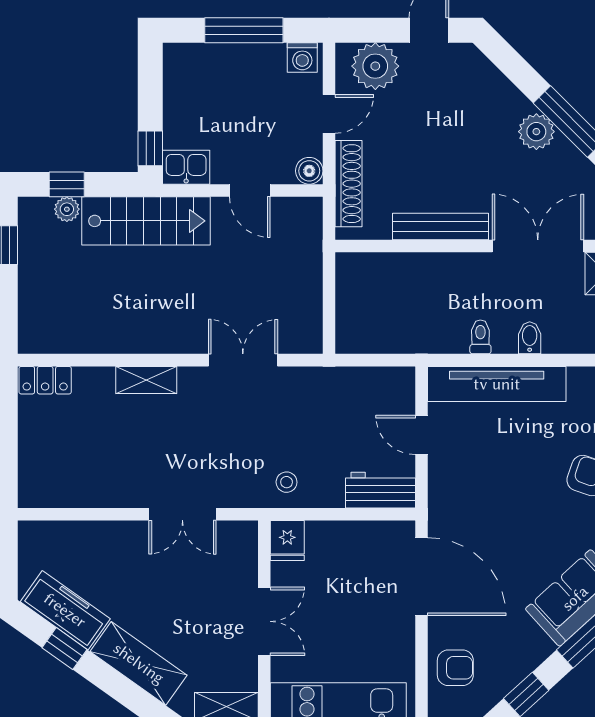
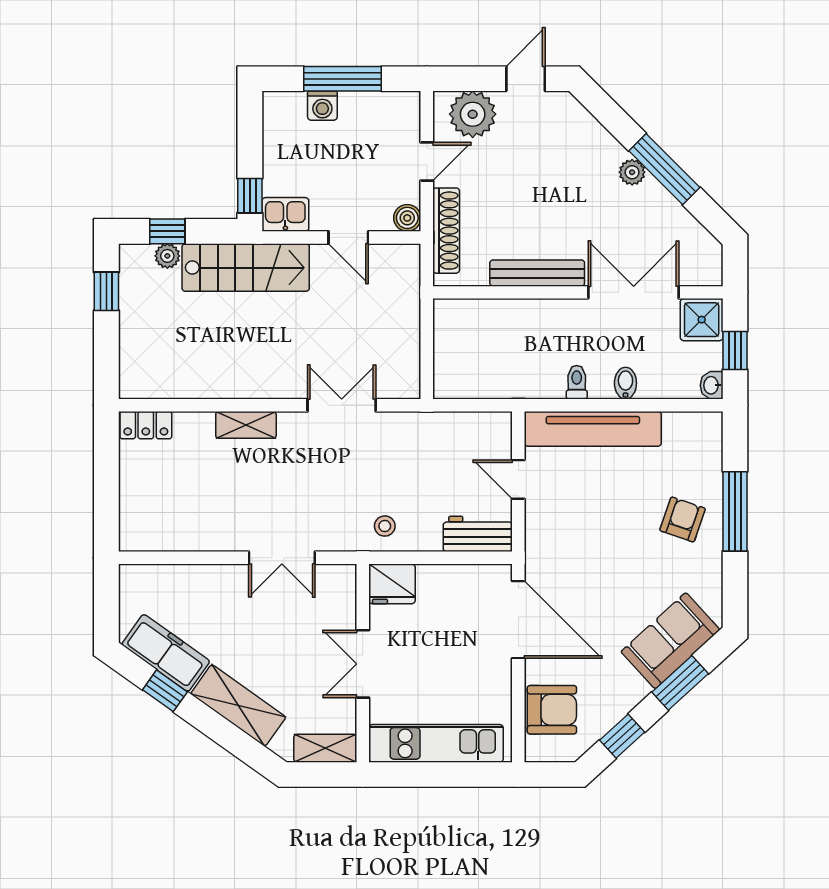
washing machine: (302, 57) -> (322, 106), moved
plant: (536, 132) -> (632, 172), width x0.73, depth x0.73
fridge: (287, 541) -> (392, 584), width x1.38
double door: (264, 621) -> (363, 664), swing flipped
armchair: (455, 668) -> (552, 710), width x1.38, depth x1.38

